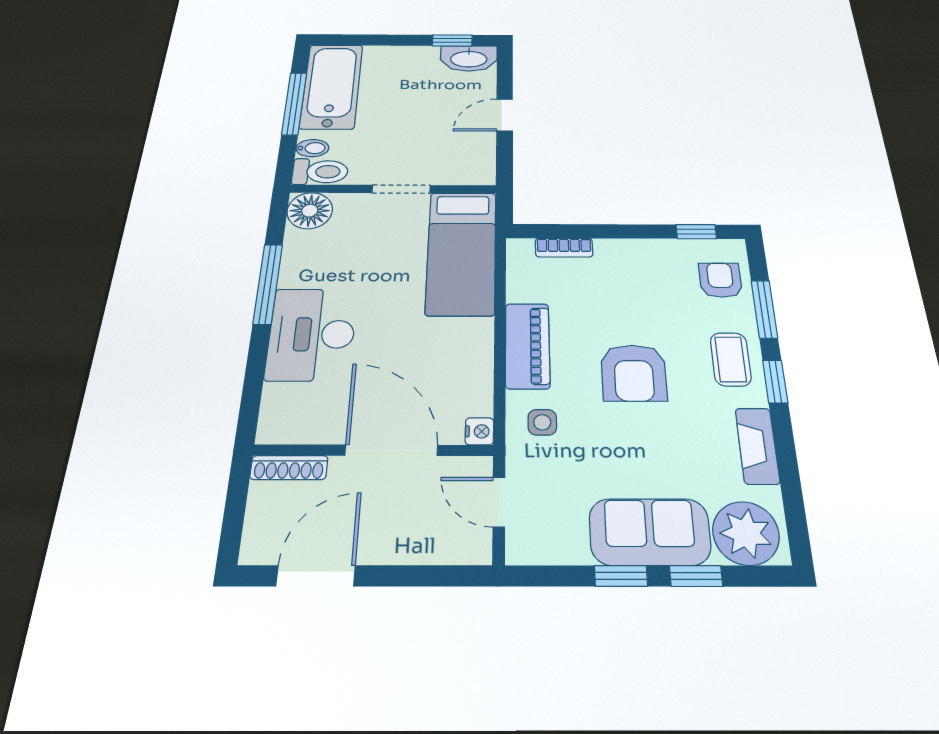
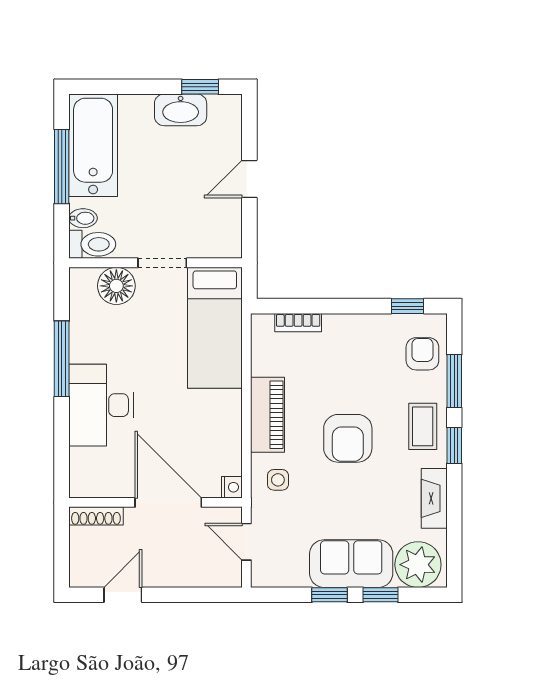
washbasin: (469, 58) -> (181, 110), moved
floor lamp: (310, 211) -> (116, 286), moved
door: (316, 576) -> (123, 595), width x0.73

